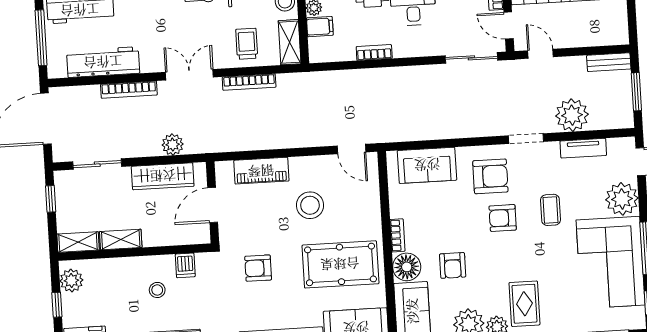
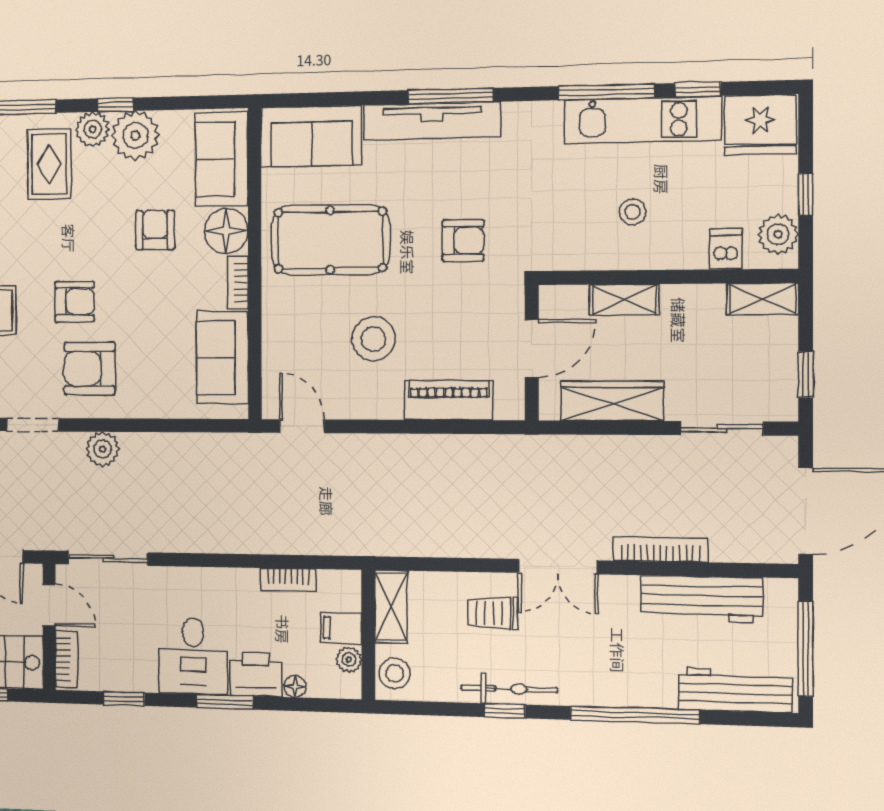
trolley: (247, 44) -> (493, 613), moved, turned 90
bookcase: (374, 52) -> (288, 580), moved
bookcase: (249, 82) -> (460, 547), removed
plant: (173, 145) -> (103, 449), moved
sofa: (427, 165) -> (222, 358), moved, turned -90
shelving: (121, 240) -> (624, 300), moved
dishwasher: (185, 265) -> (726, 249), moved

